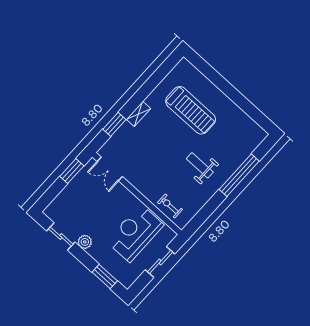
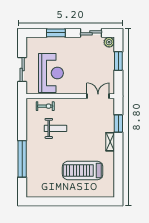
weight bench: (200, 165) -> (55, 128), moved
window: (72, 171) -> (118, 61), moved
plant: (85, 242) -> (109, 42), moved
window: (105, 276) -> (56, 33), moved

